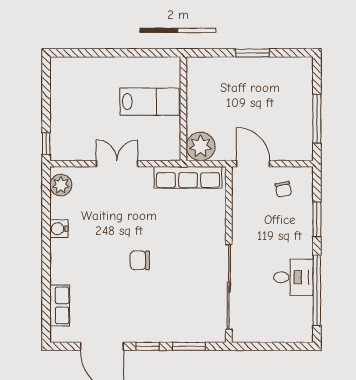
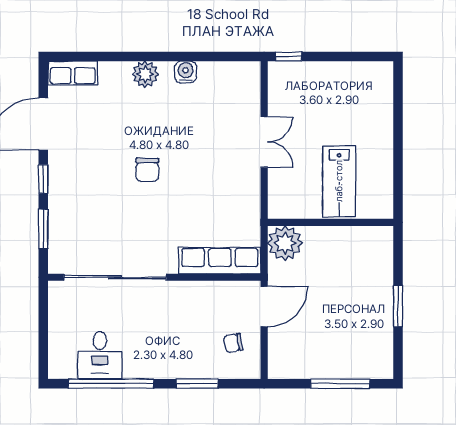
window: (317, 119) -> (340, 384), moved
row of seats: (188, 177) -> (220, 261), moved, turned 90
plant: (61, 185) -> (145, 74), moved
chair: (140, 260) -> (147, 170), turned 180
desk: (293, 277) -> (100, 355), moved
row of seats: (60, 305) -> (73, 73), moved

